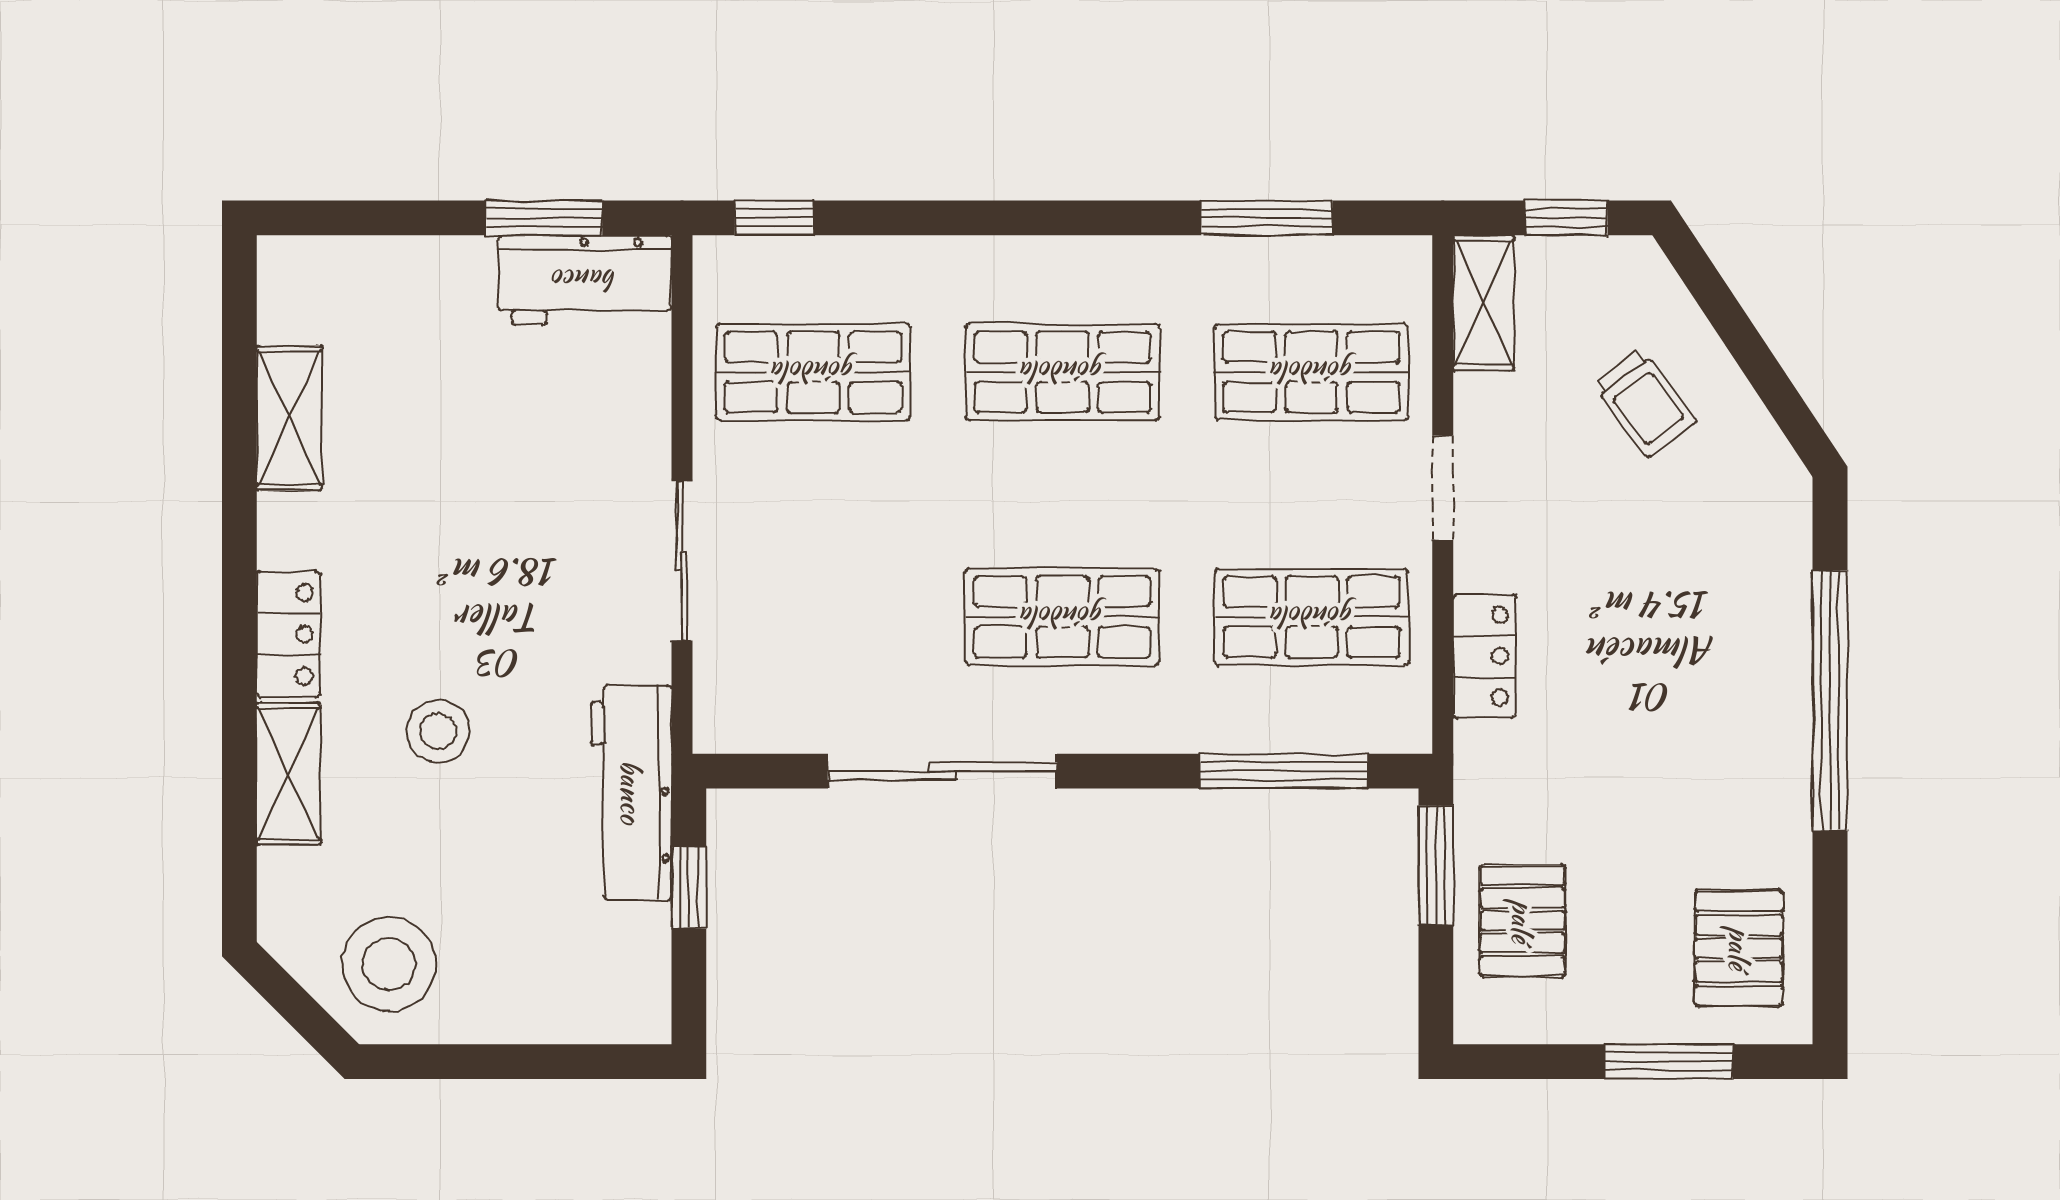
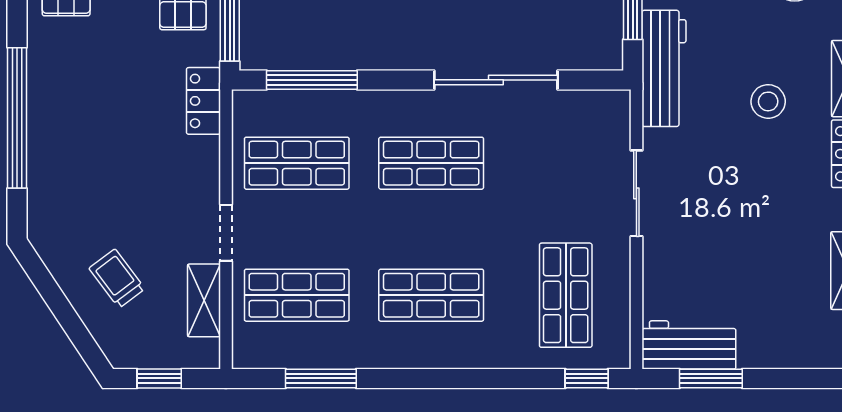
shelving: (1483, 303) -> (204, 300), moved
shop shelf: (813, 372) -> (566, 295), turned 90
locker: (1484, 656) -> (203, 101), moved

